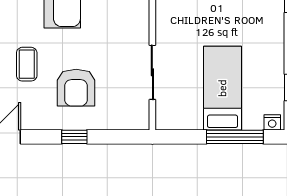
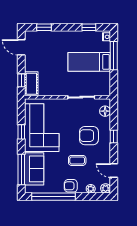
armchair: (76, 88) -> (89, 136), turned 180
floor lamp: (125, 120) -> (105, 111), added

